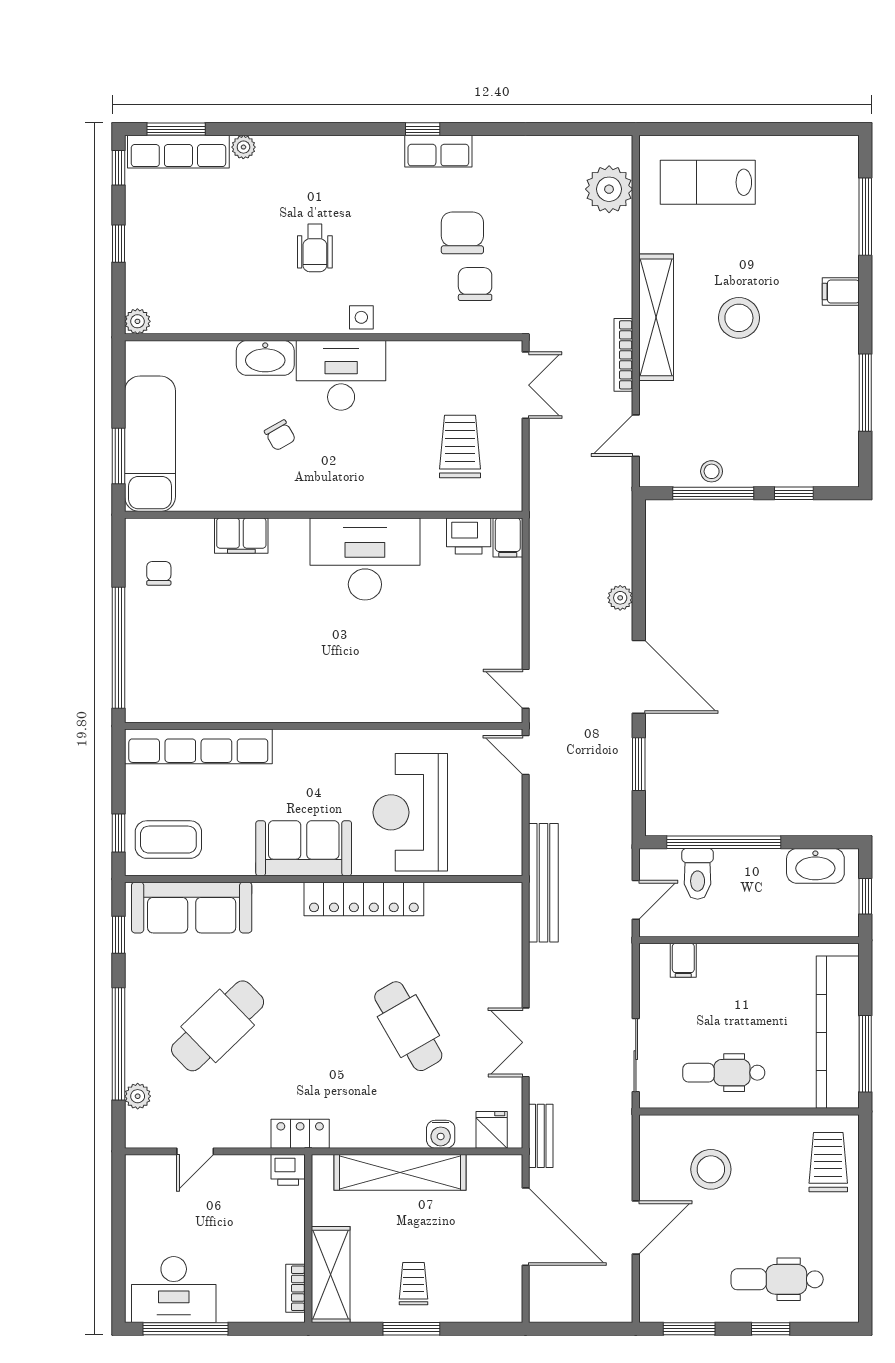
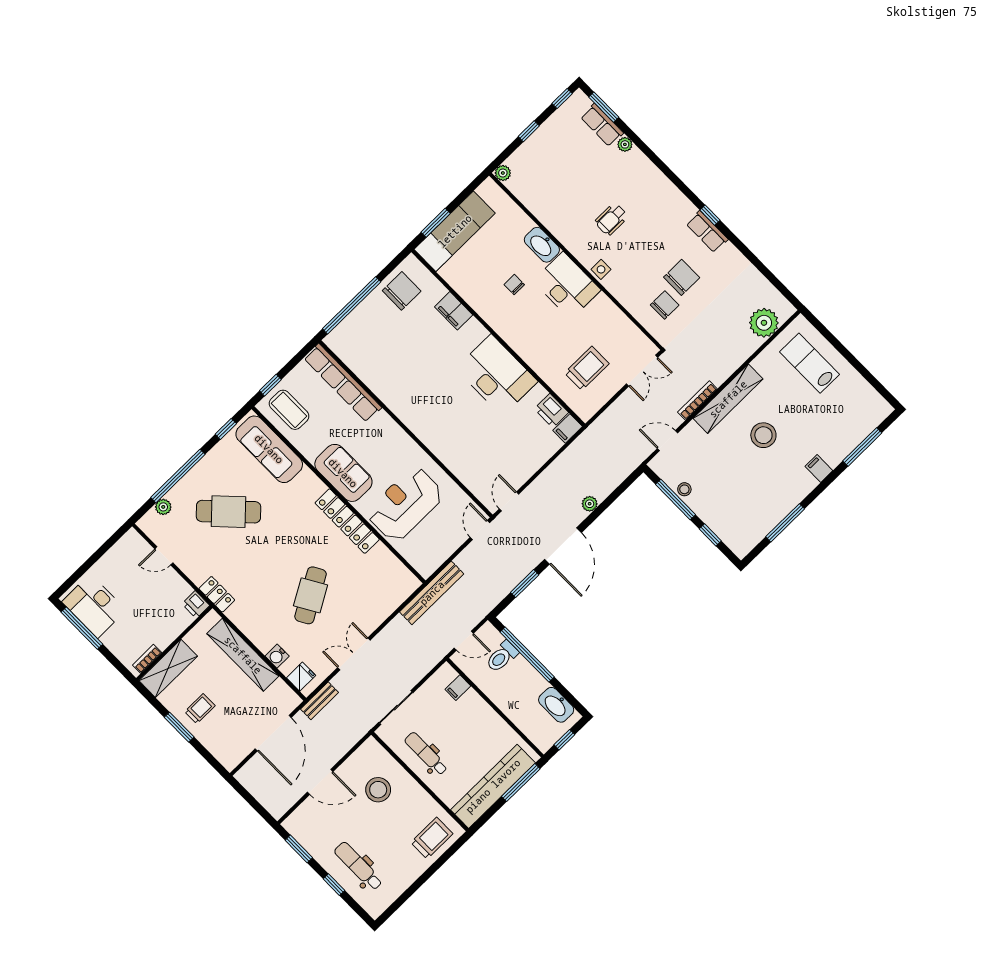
row of seats: (178, 152) -> (602, 125), width x0.68
chair: (280, 435) -> (514, 285), turned 120
chair: (159, 573) -> (402, 291), width x1.87, depth x1.87
window: (865, 1054) -> (521, 783), moved

